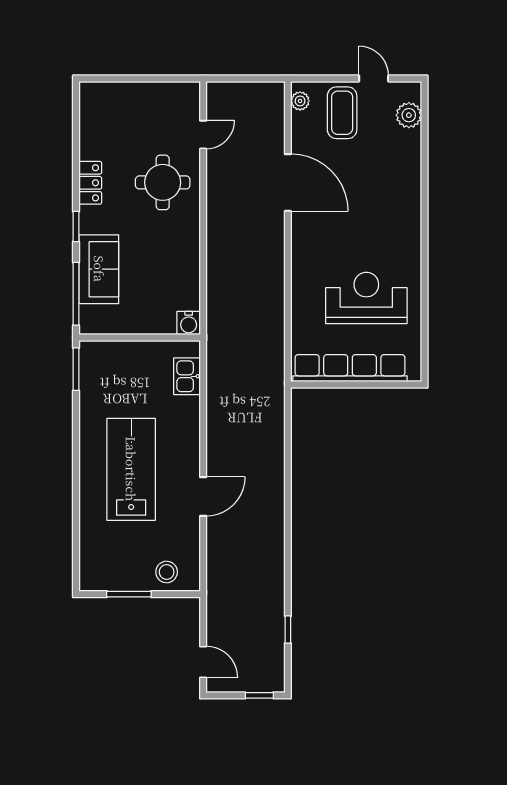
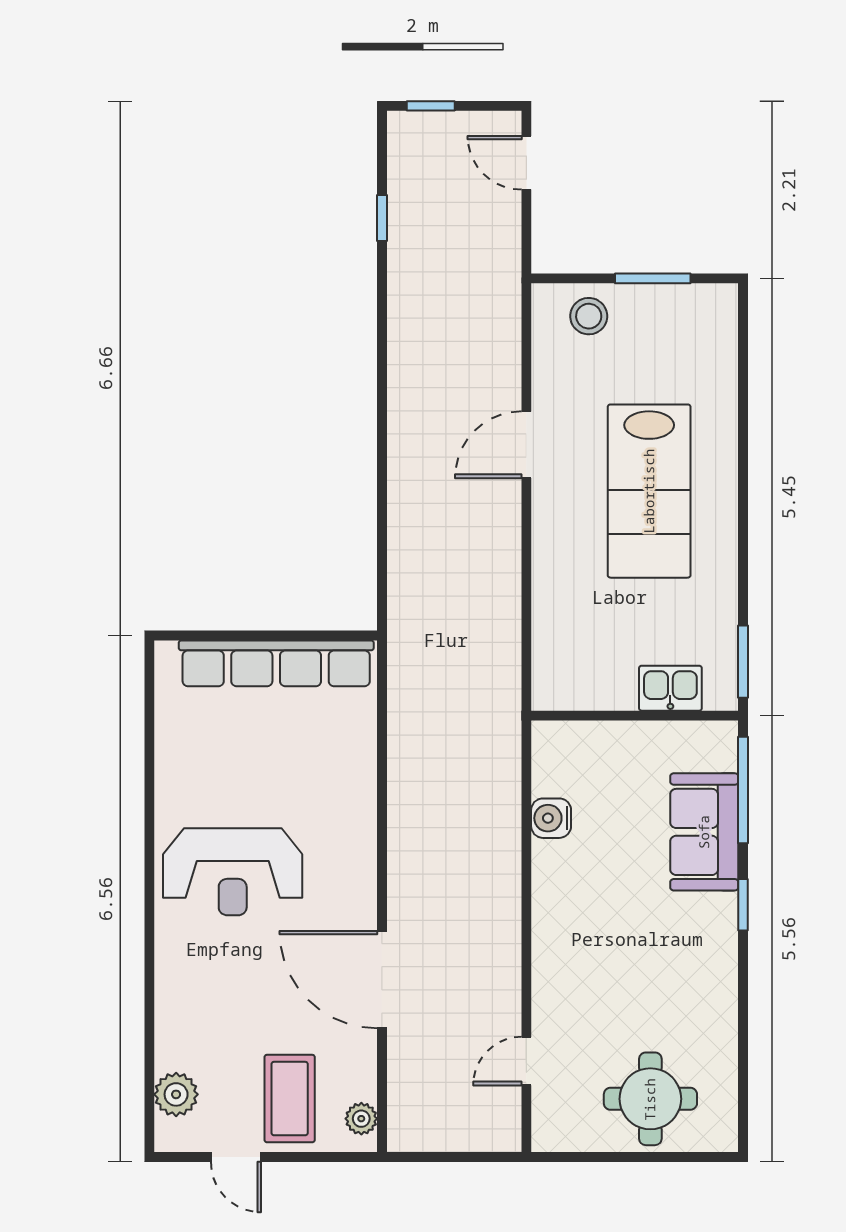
round table: (163, 182) -> (650, 1099), moved
locker: (90, 183) -> (719, 979), removed
reception desk: (366, 298) -> (233, 872), moved
water cooler: (189, 323) -> (551, 818), moved, turned -90
kitchen sink: (187, 376) -> (670, 688), moved, turned -90

